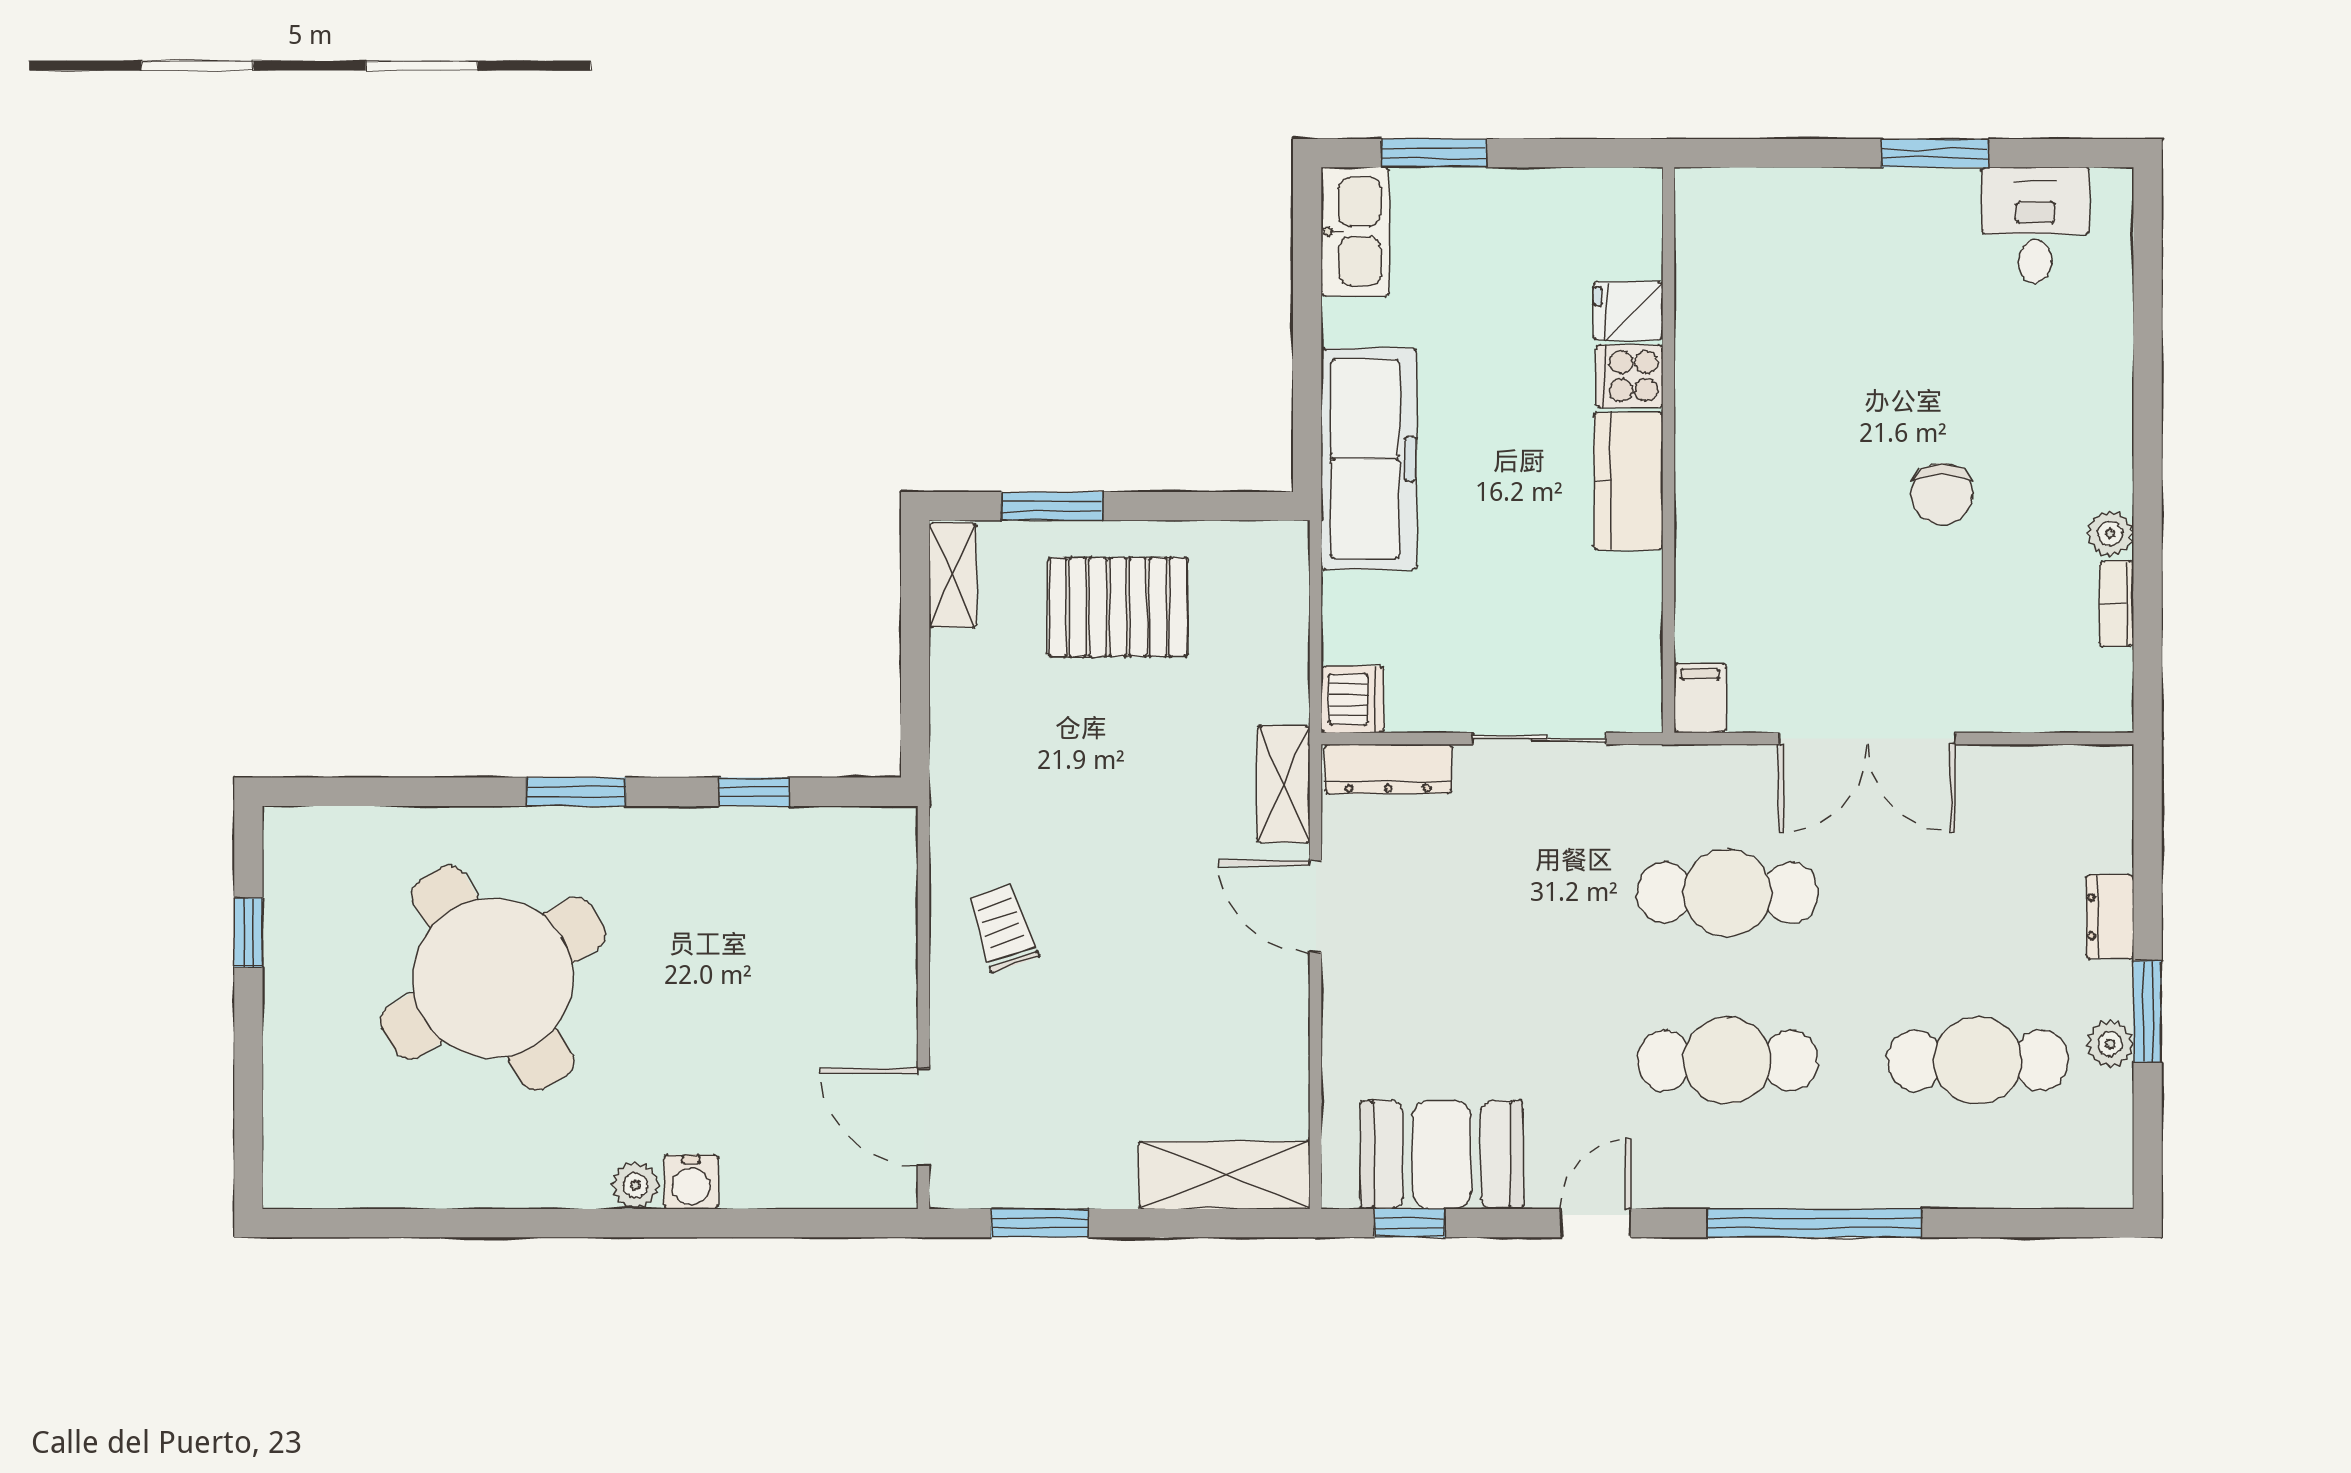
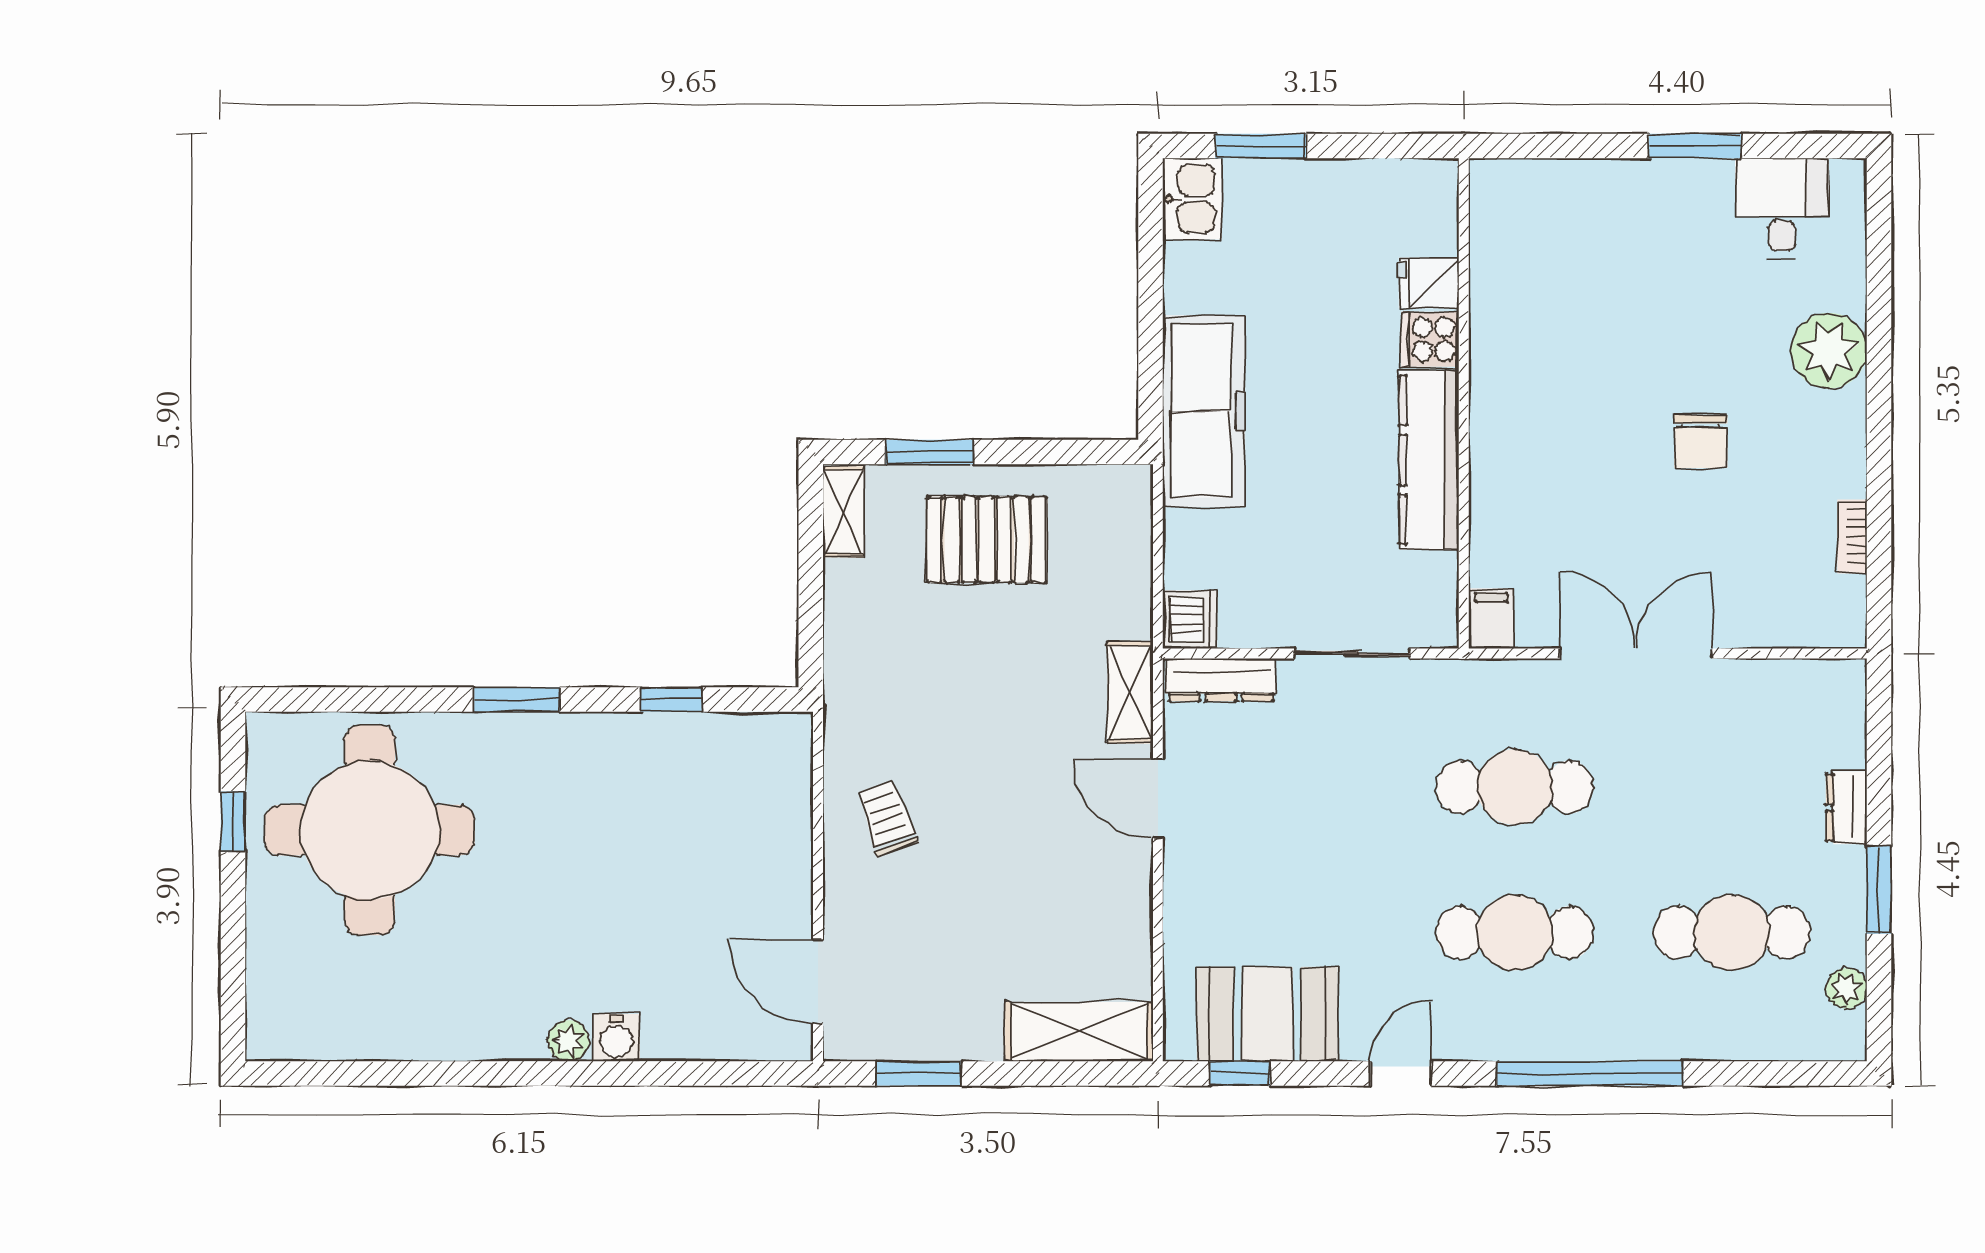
kitchen sink: (1355, 231) -> (1192, 199), width x0.73
kitchen counter: (1629, 481) -> (1429, 460), width x1.50
plant: (2110, 533) -> (1829, 351), moved, width x1.87, depth x1.87
double door: (1867, 739) -> (1636, 653), swing flipped
round table: (493, 978) -> (370, 830), moved, turned 31
plant: (2110, 1044) -> (1846, 988), moved

